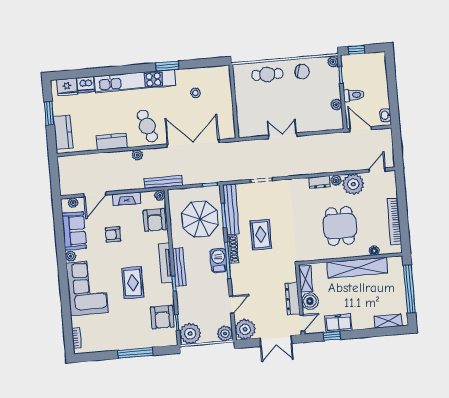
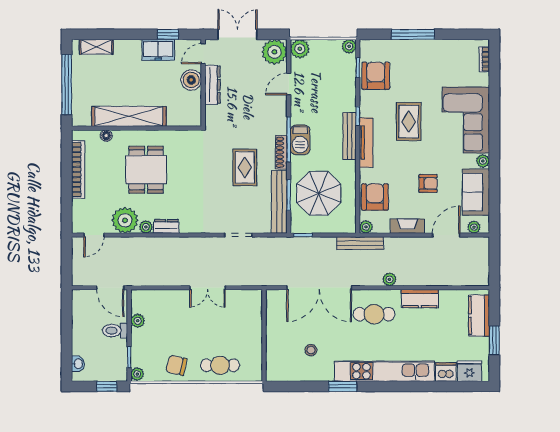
washbasin: (385, 115) -> (78, 364), moved
cafe table: (147, 126) -> (374, 314), turned -72
shelving: (306, 279) -> (194, 108), removed
plant: (190, 334) -> (349, 46), width x0.53, depth x0.53

